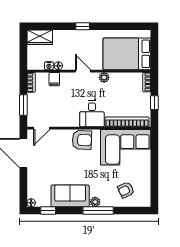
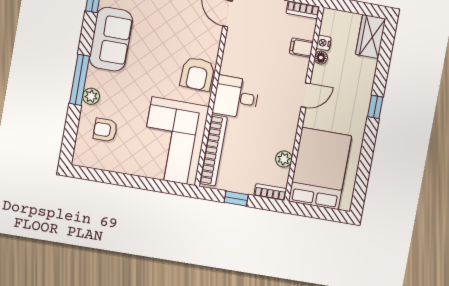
plant: (104, 77) -> (284, 159), moved
armchair: (126, 190) -> (105, 130), turned -65
plant: (95, 202) -> (91, 96), moved

